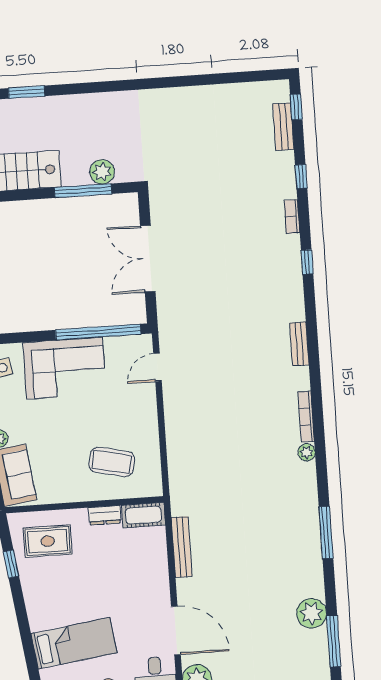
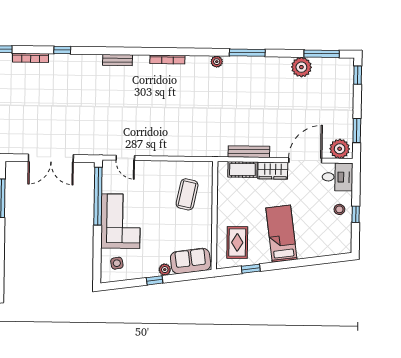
bookcase: (292, 217) -> (31, 58), width x1.56
plant: (307, 452) -> (217, 62), moved
dresser: (105, 515) -> (223, 202), removed
cot: (143, 515) -> (242, 169), moved, turned 90
wardrobe: (157, 584) -> (273, 171), added
bed: (74, 643) -> (281, 234), moved

